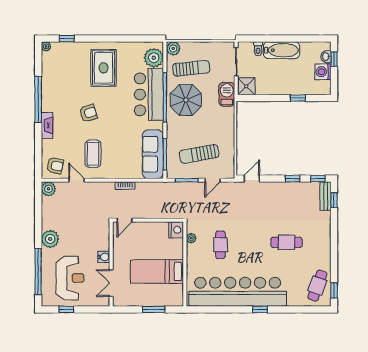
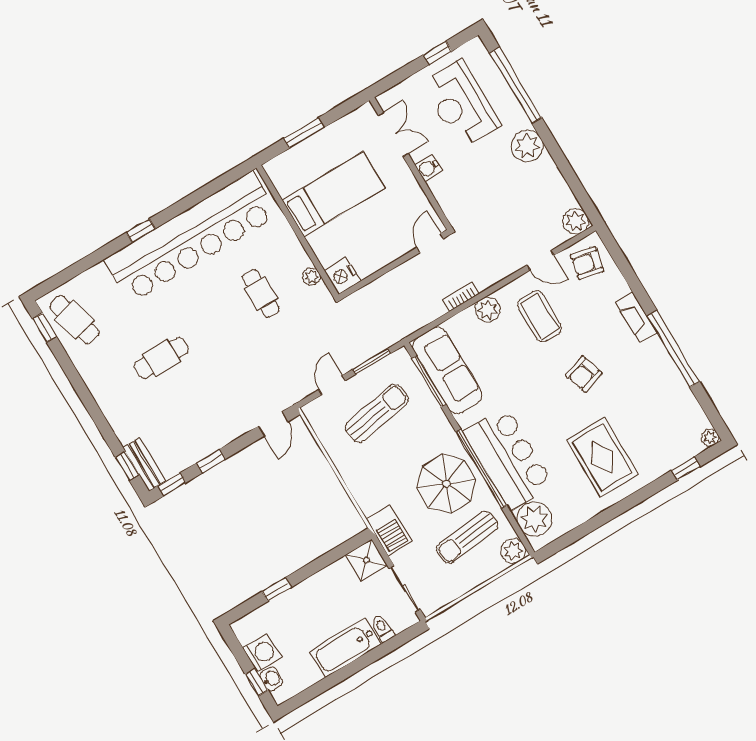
plant: (116, 172) -> (488, 310), added
cafe table: (317, 286) -> (74, 320), turned -35

